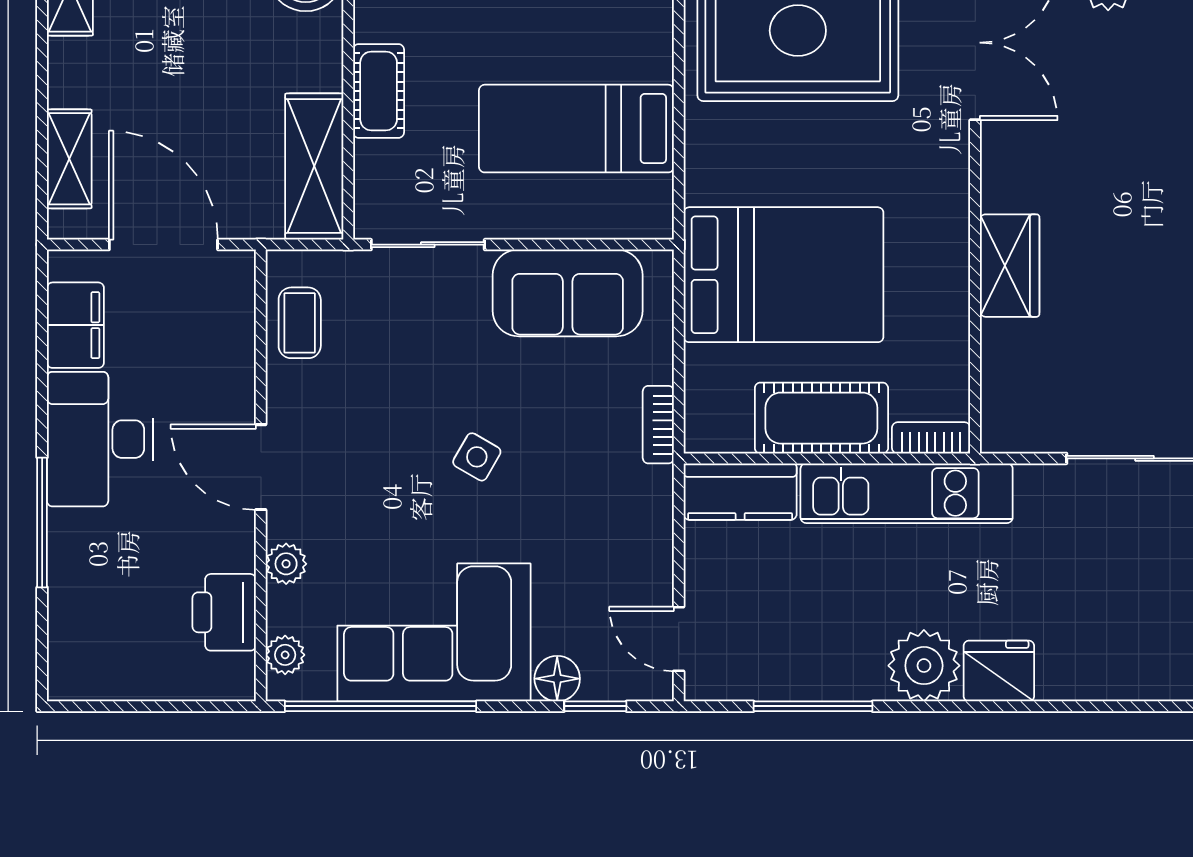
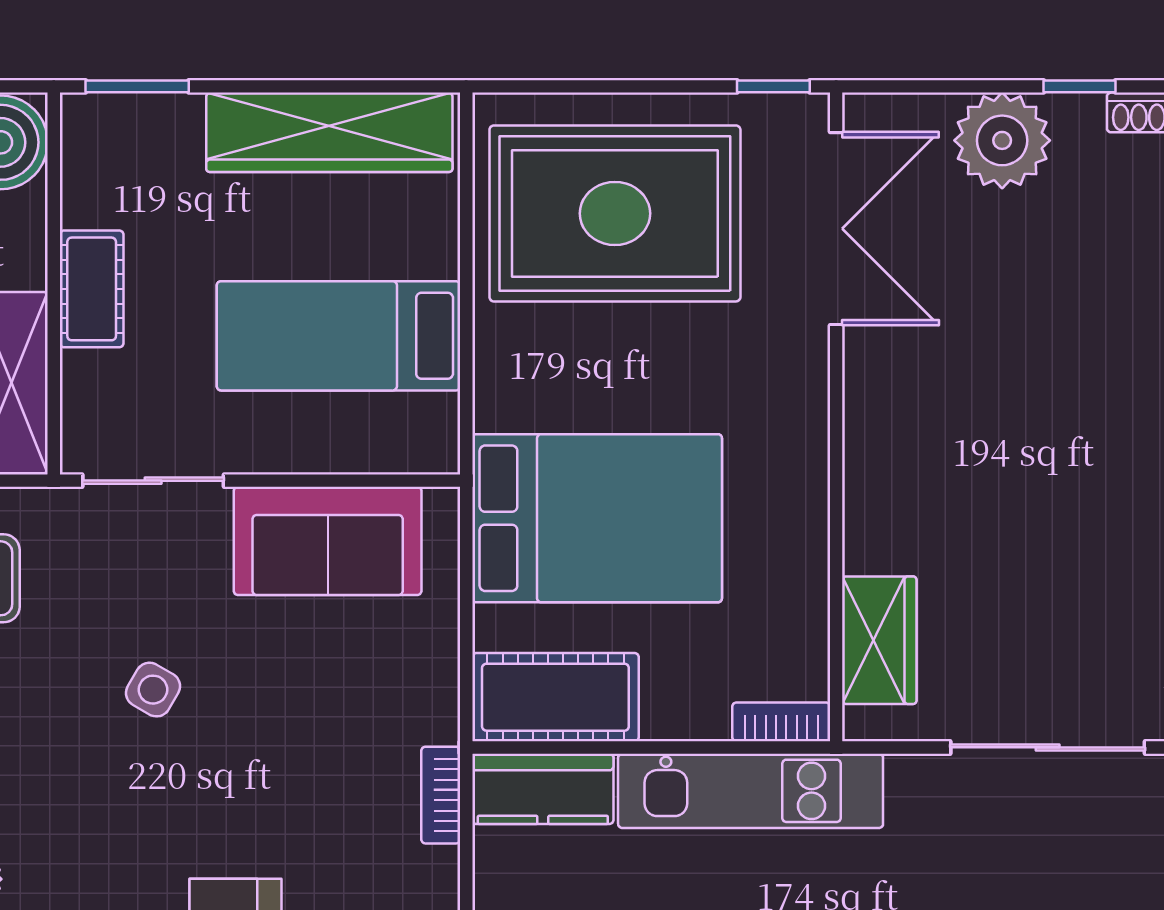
wardrobe: (1010, 266) -> (879, 640), moved
cot: (821, 418) -> (555, 697), moved
bookcase: (658, 425) -> (441, 795), moved
side table: (477, 457) -> (153, 690), moved

